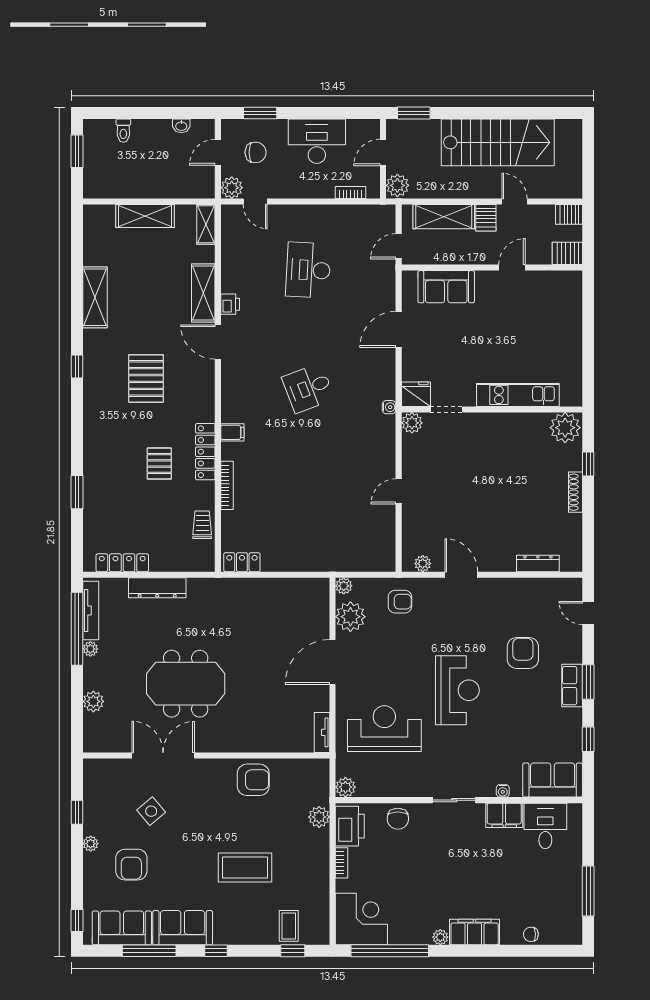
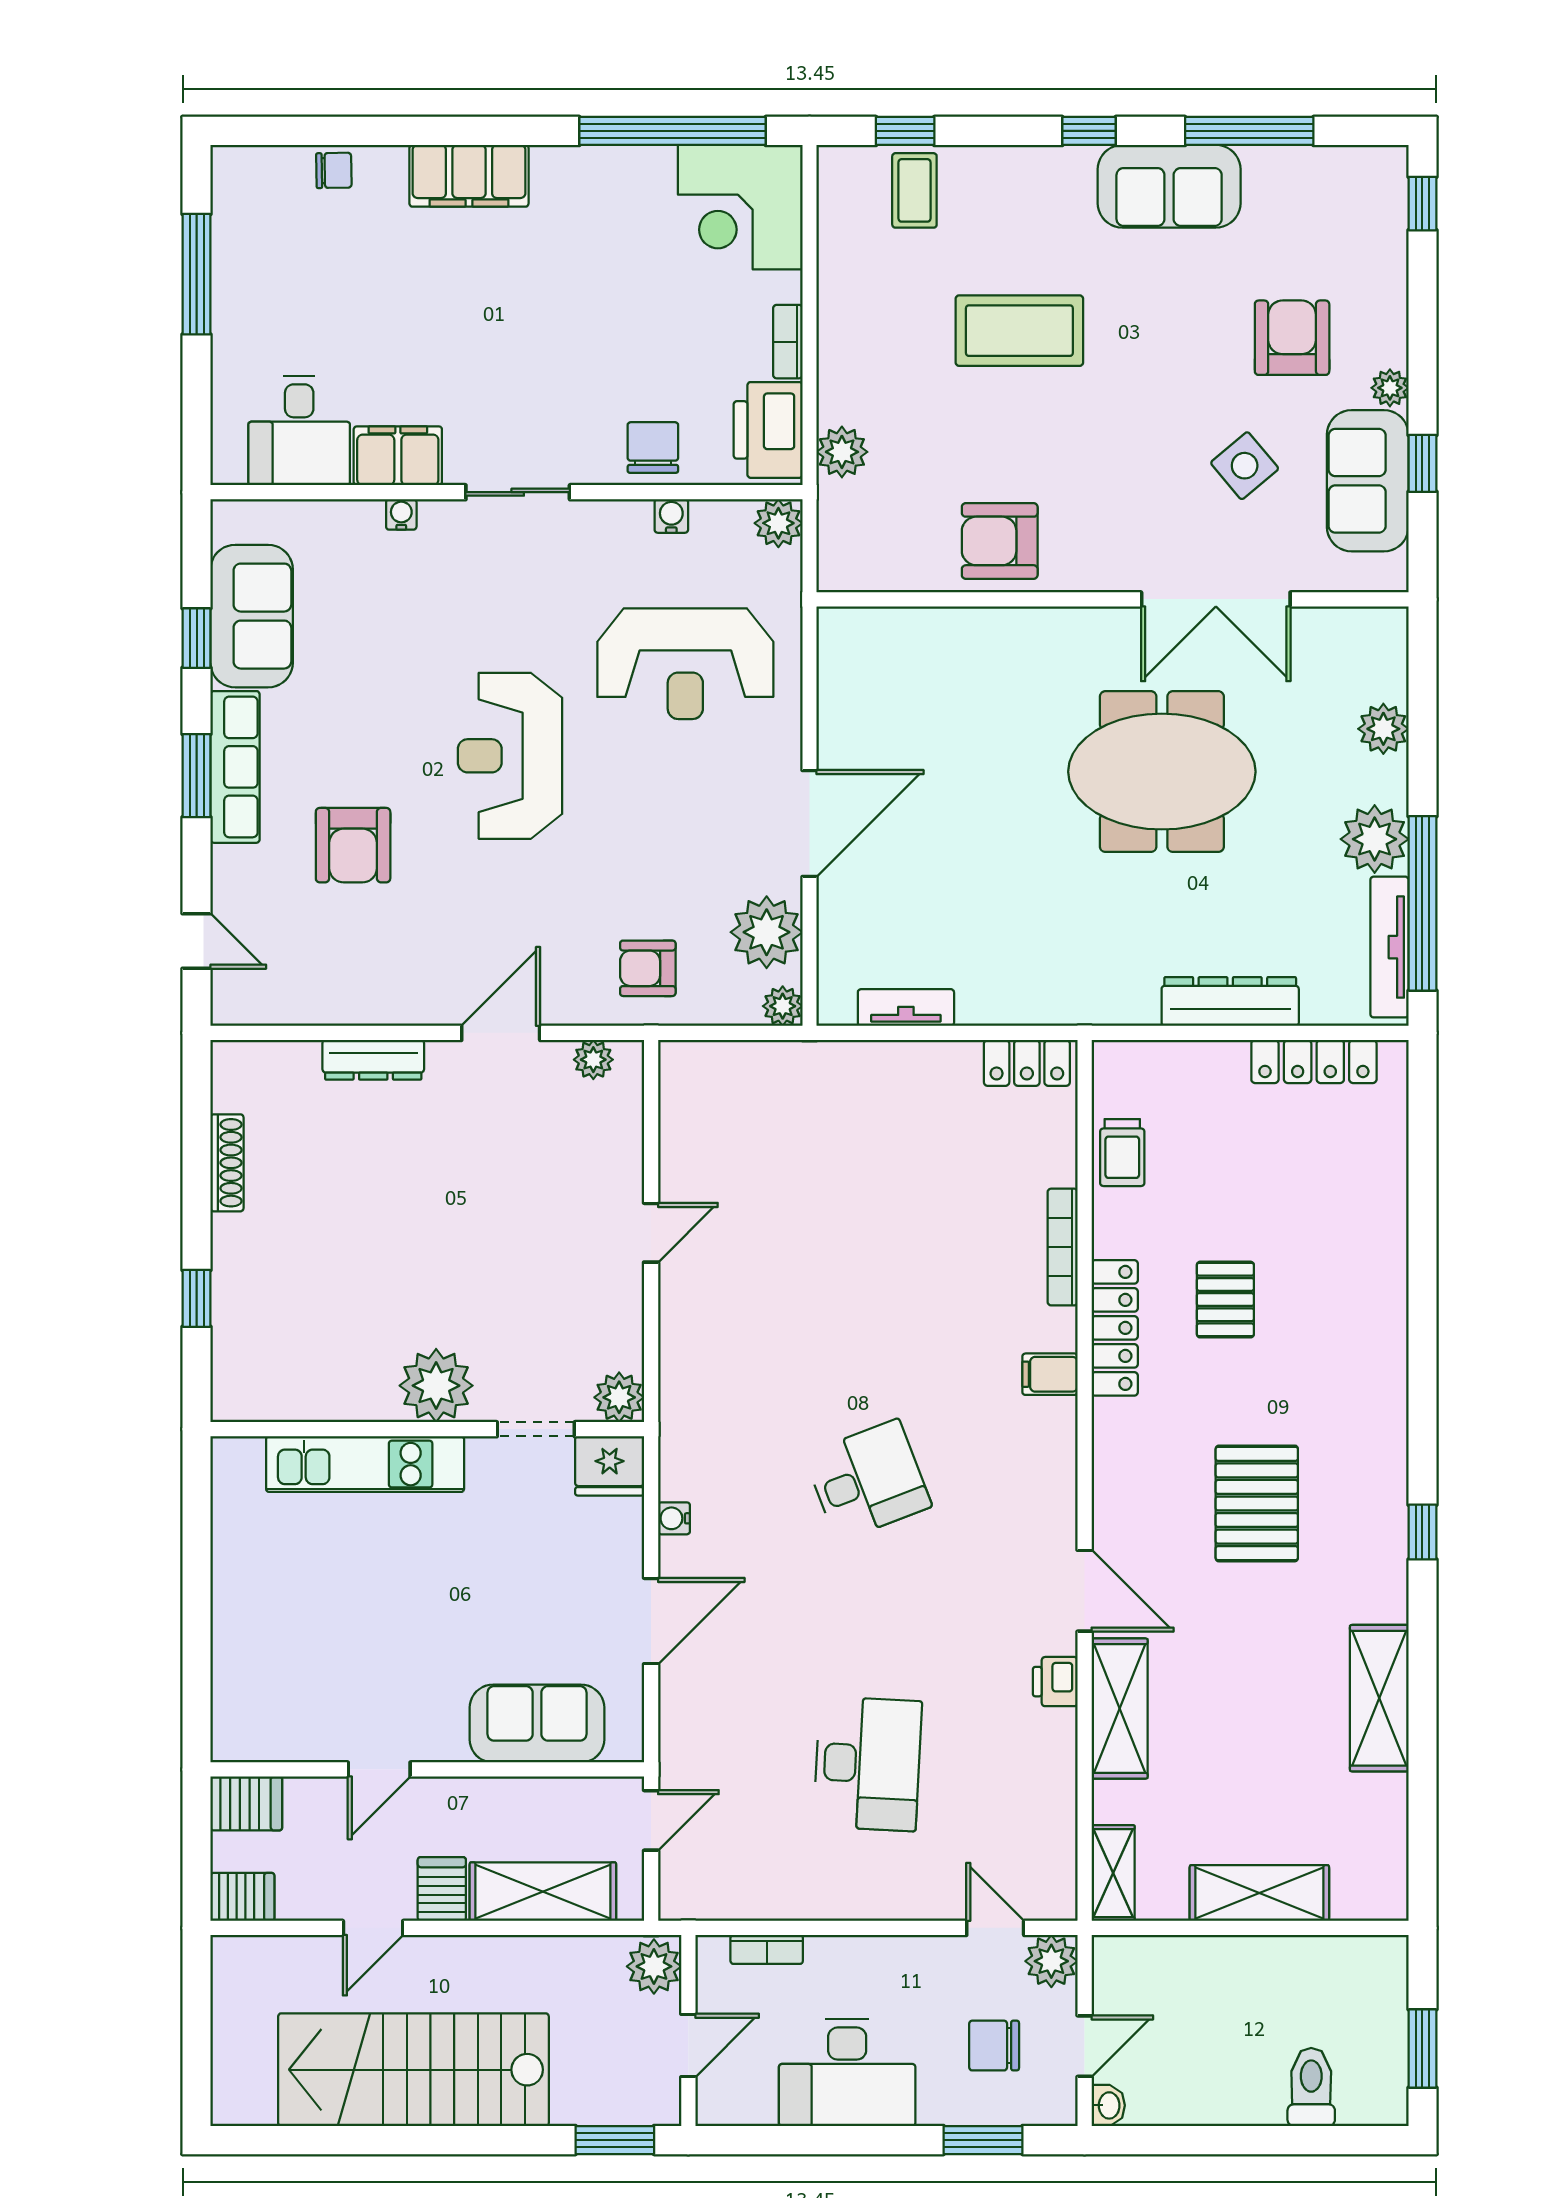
washbasin: (181, 126) -> (1108, 2105), moved, turned 90
toilet: (123, 131) -> (1311, 2087), width x1.37, depth x1.39
door: (515, 201) -> (373, 1928), hinge flipped
water cooler: (389, 407) -> (674, 1518), moved
plant: (565, 428) -> (436, 1386), moved
window: (77, 492) -> (1422, 1231), removed
shoe rack: (575, 492) -> (227, 1163), moved
dresser: (538, 563) -> (373, 1060), moved
door: (461, 575) -> (501, 1033), swing flipped
plant: (90, 649) -> (1375, 839), width x1.87, depth x1.87
row of seats: (572, 686) -> (235, 767), width x1.48
tv unit: (322, 732) -> (906, 1008), moved, turned -90
sofa: (553, 780) -> (252, 616), moved, turned -90
water cooler: (390, 790) -> (671, 516), added
sofa: (122, 928) -> (1368, 481), moved, turned 90
plant: (440, 937) -> (551, 164), removed

